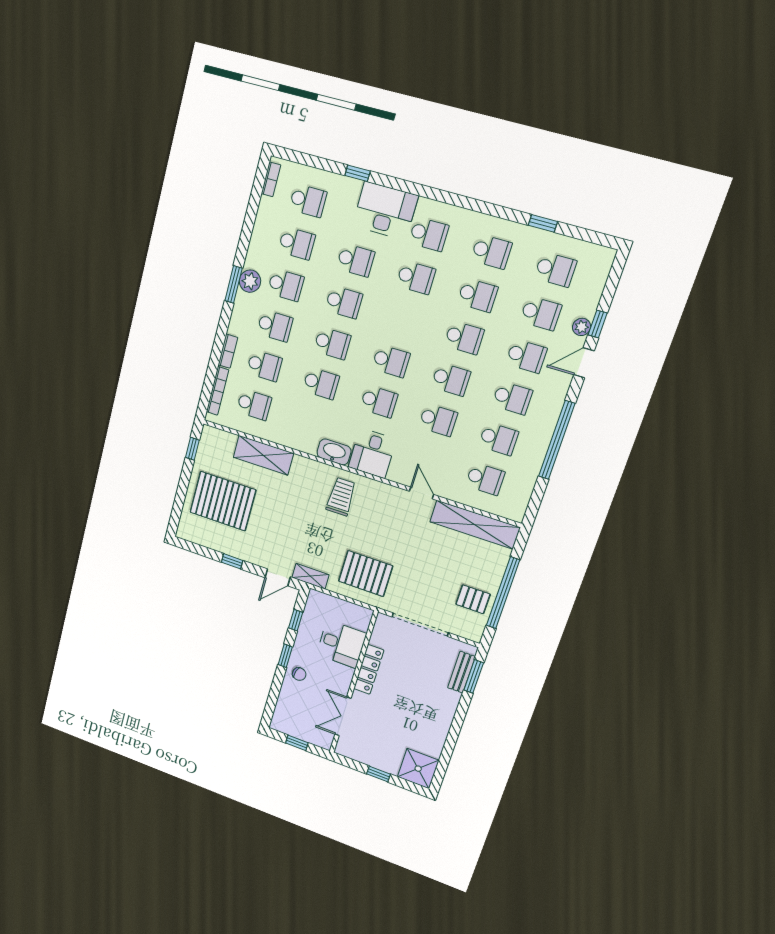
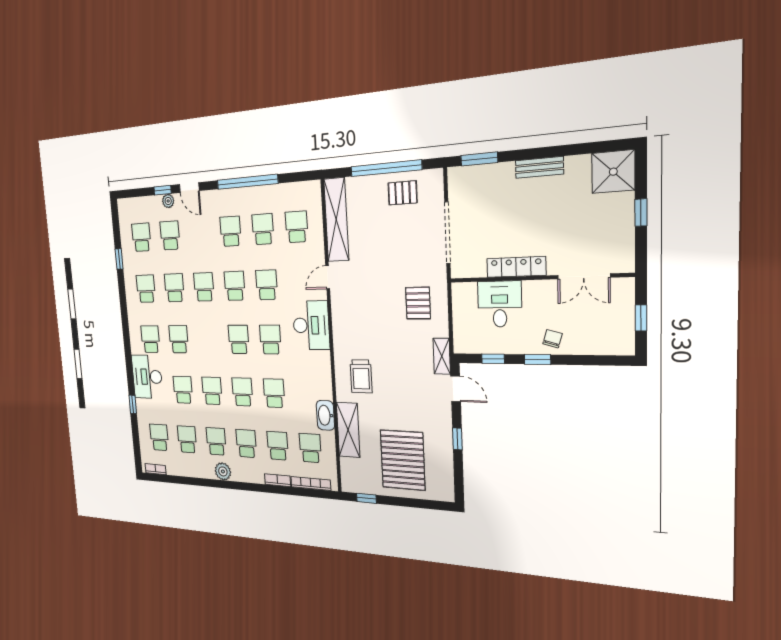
window: (234, 284) -> (229, 485), removed
school desk: (526, 356) -> (200, 233), removed
washbasin: (334, 452) -> (325, 415), moved
desk: (372, 453) -> (311, 325), width x1.37
trolley: (341, 497) -> (361, 376), moved, turned -90
pallet: (366, 574) -> (418, 303), width x0.67, depth x0.71
pallet: (473, 599) -> (403, 193), turned 90
bench: (461, 672) -> (539, 167), moved

